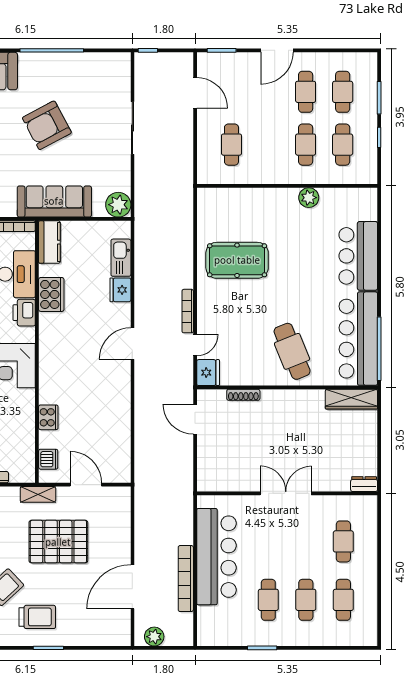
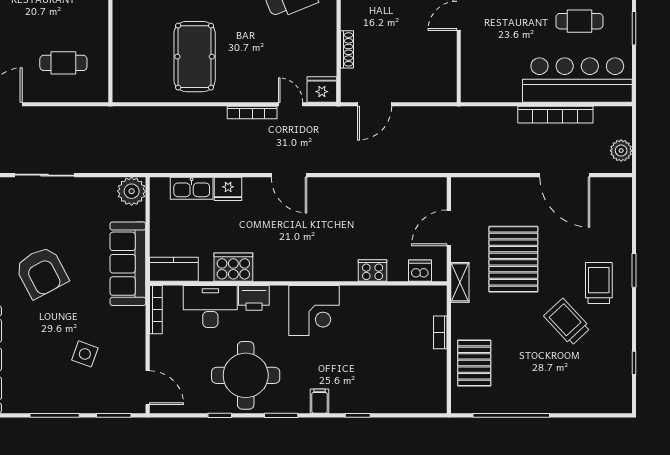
bar counter: (216, 557) -> (577, 80), moved

